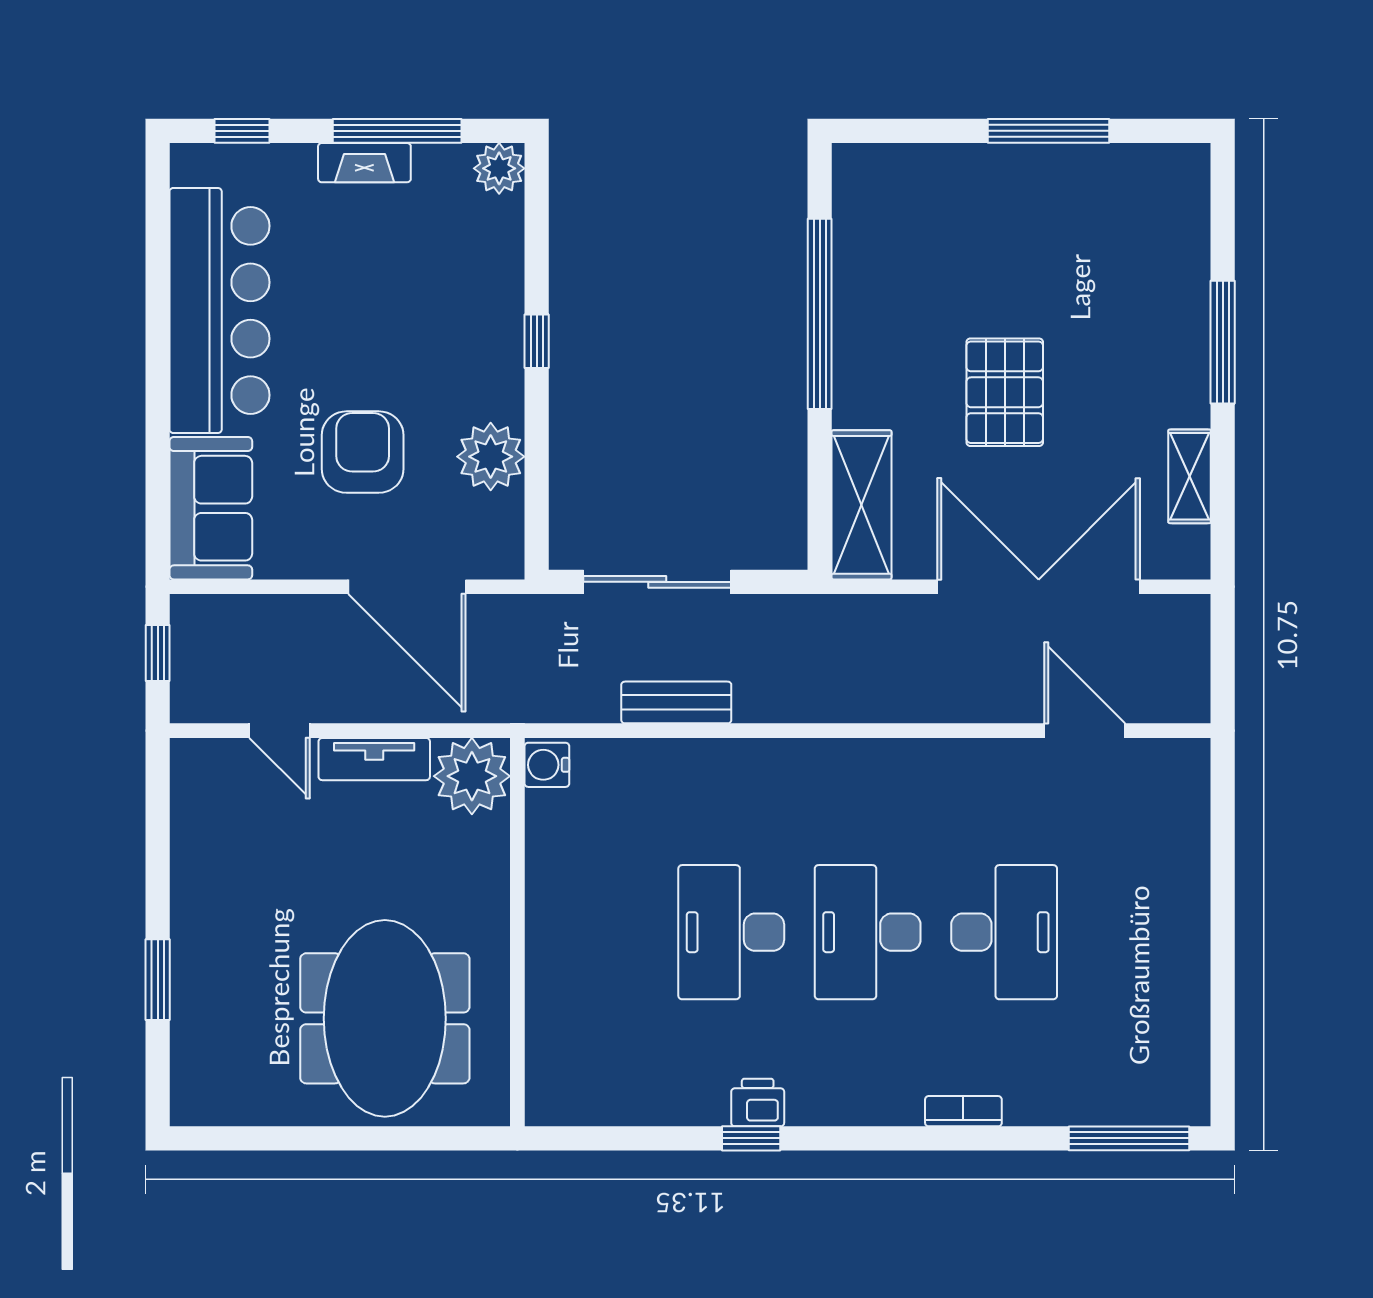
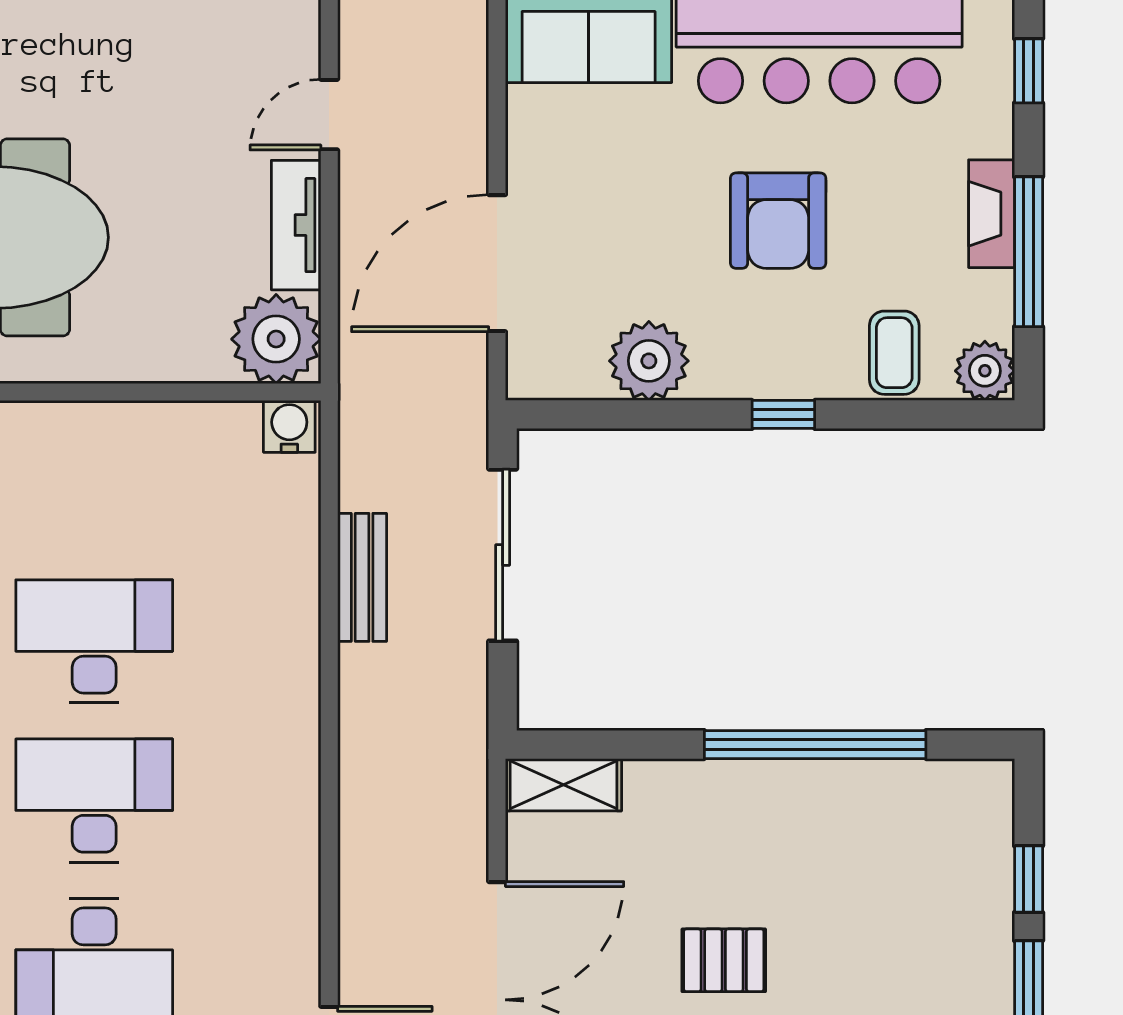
window: (935, 131) -> (1029, 879), added
coffee table: (484, 246) -> (894, 353), added
pallet: (1005, 392) -> (724, 960), width x0.67, depth x0.71
armchair: (363, 452) -> (778, 221), moved, turned 90
shelving: (862, 505) -> (564, 785), width x0.67, depth x0.75

